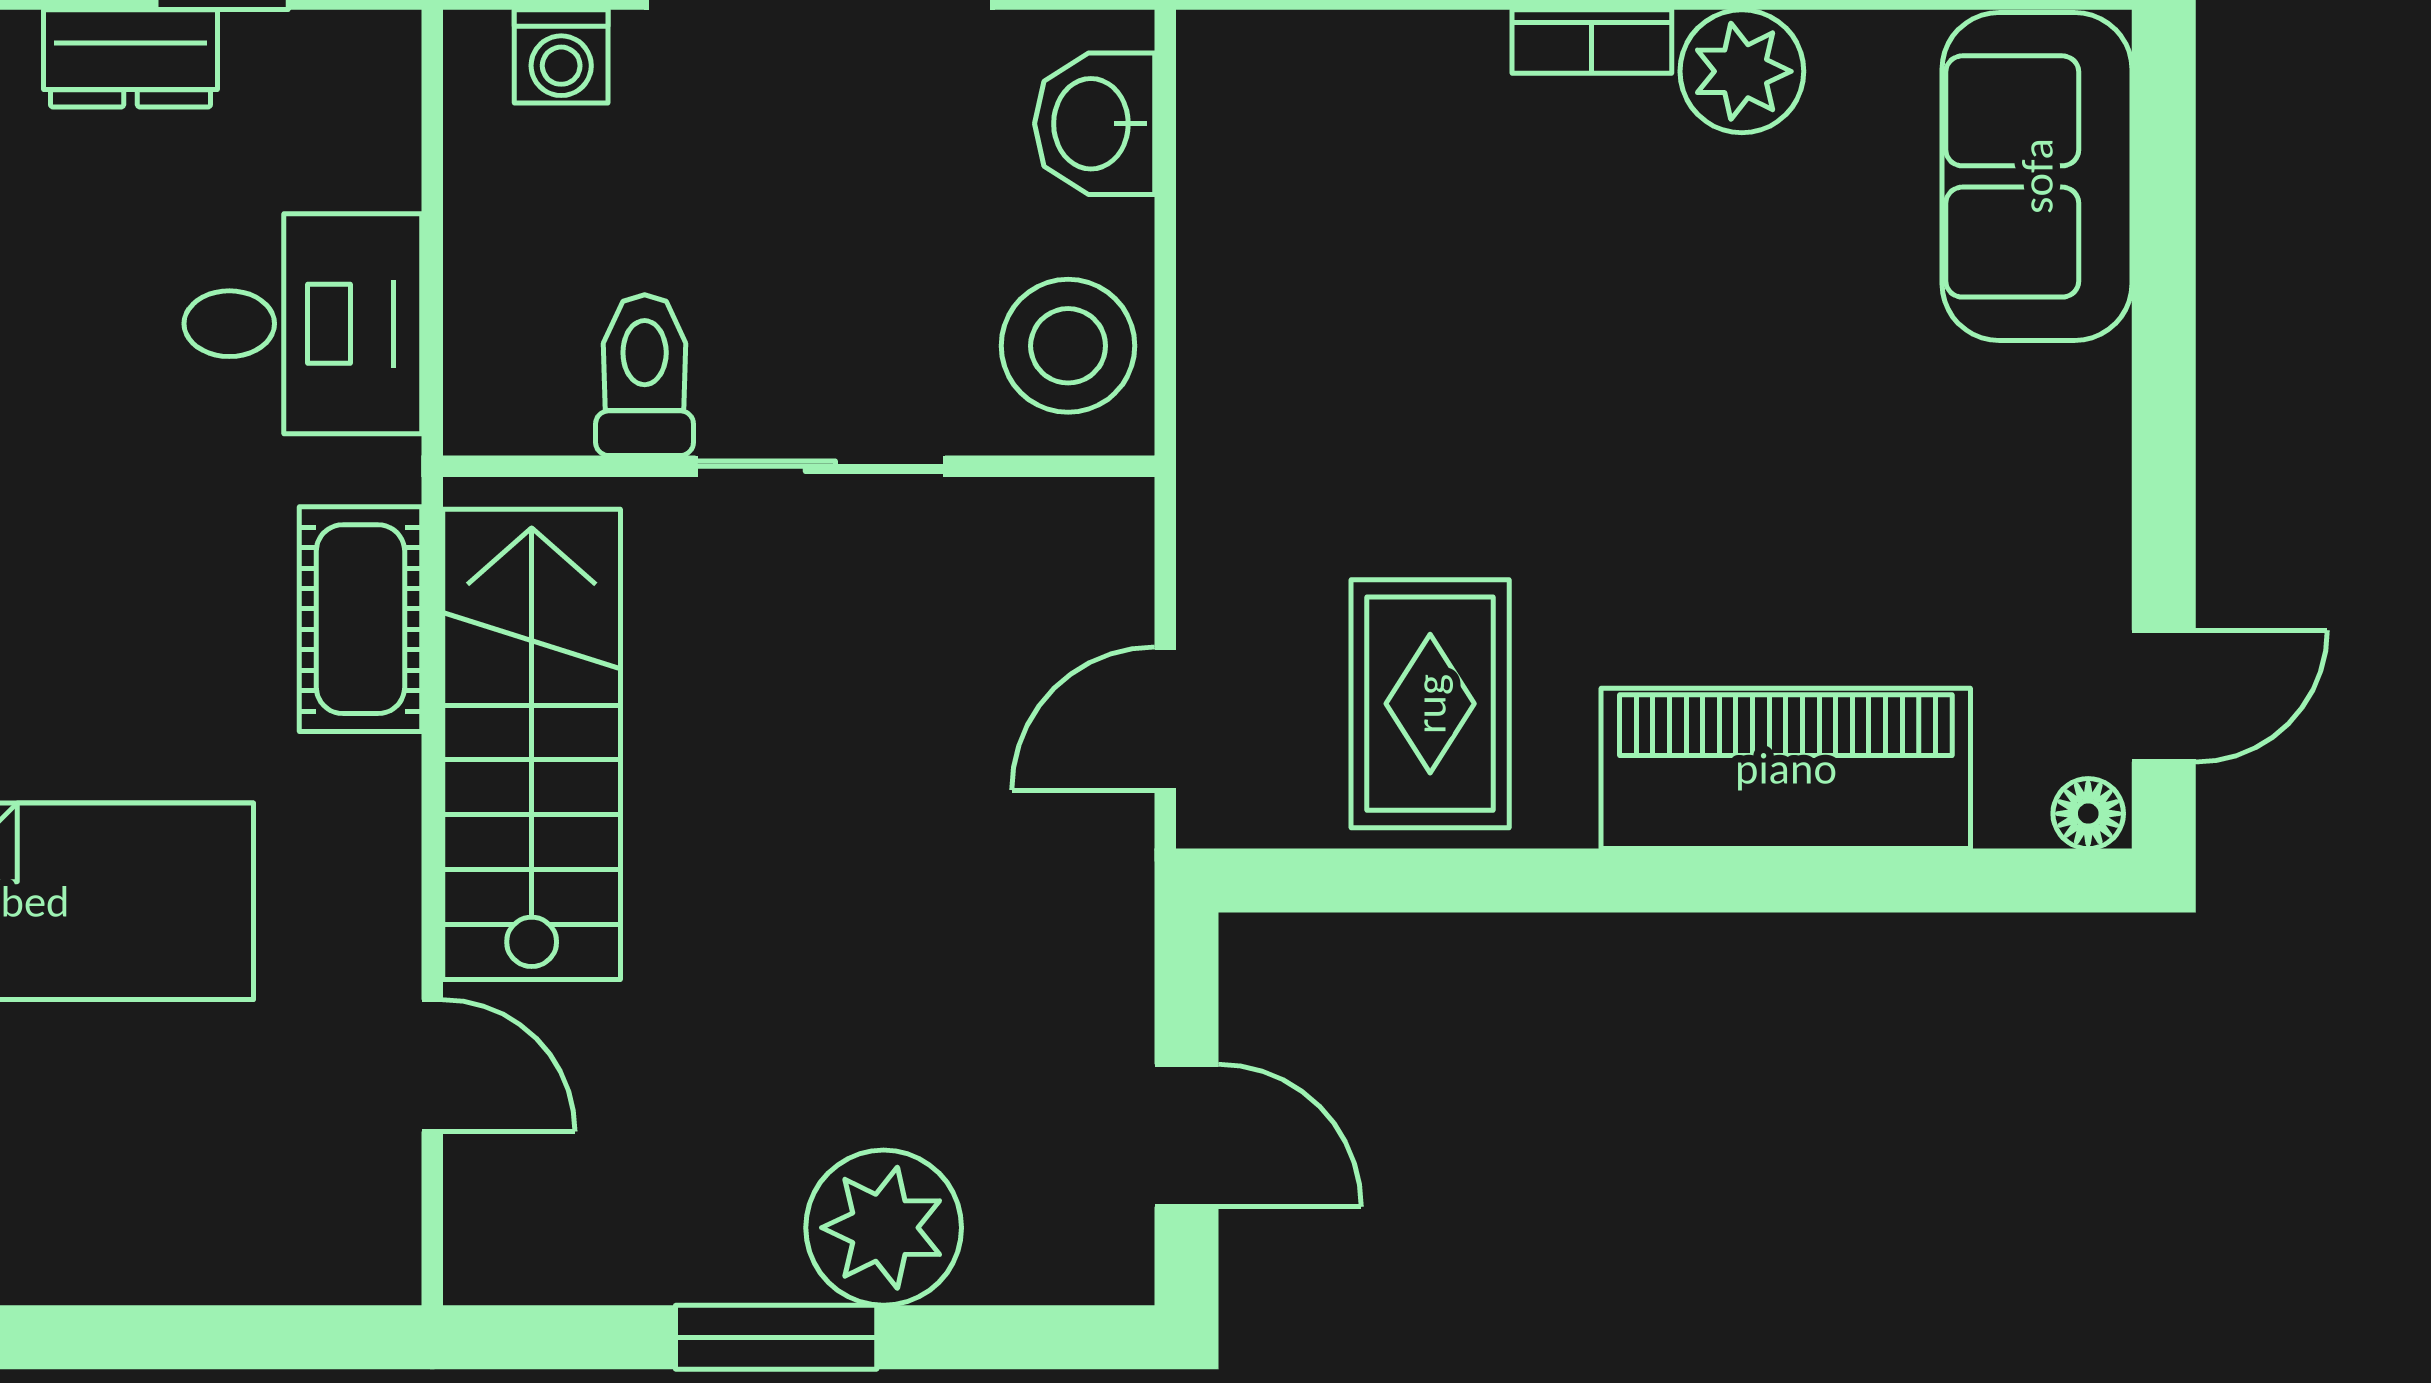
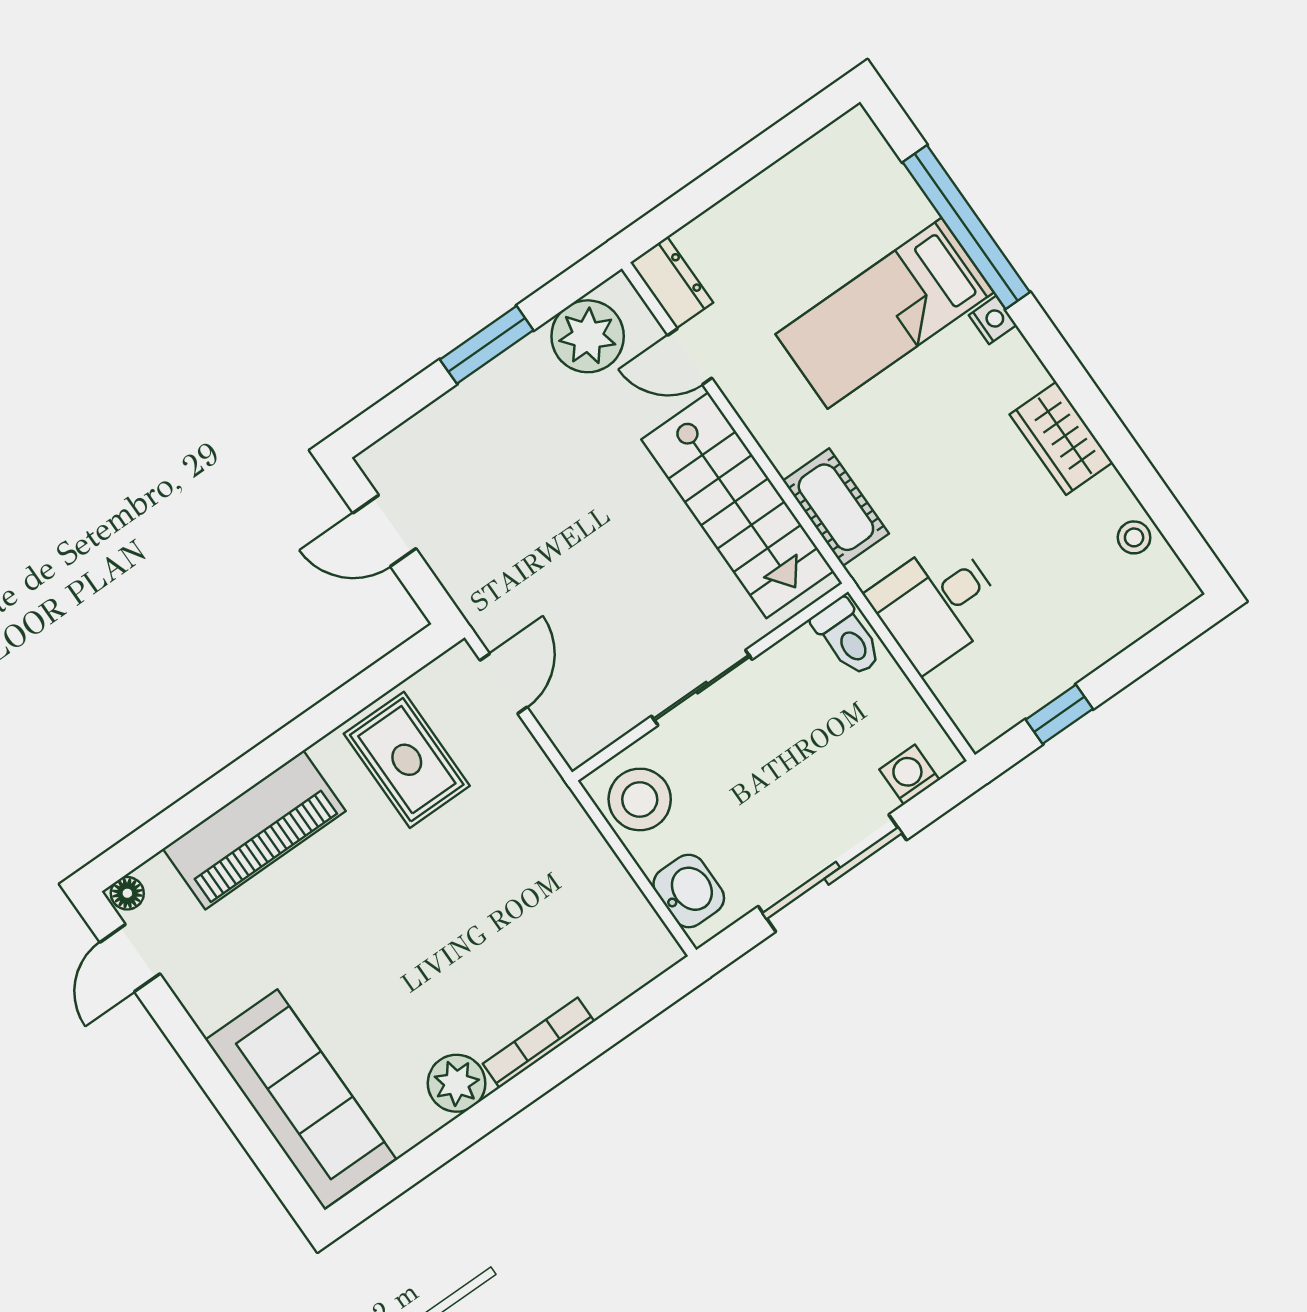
bookcase: (1592, 41) -> (539, 1043), width x1.56
dresser: (131, 58) -> (672, 283), moved, turned 90
sofa: (2037, 176) -> (301, 1099), width x1.36
toilet: (645, 375) -> (847, 637), moved
plant: (884, 1228) -> (588, 336), moved

